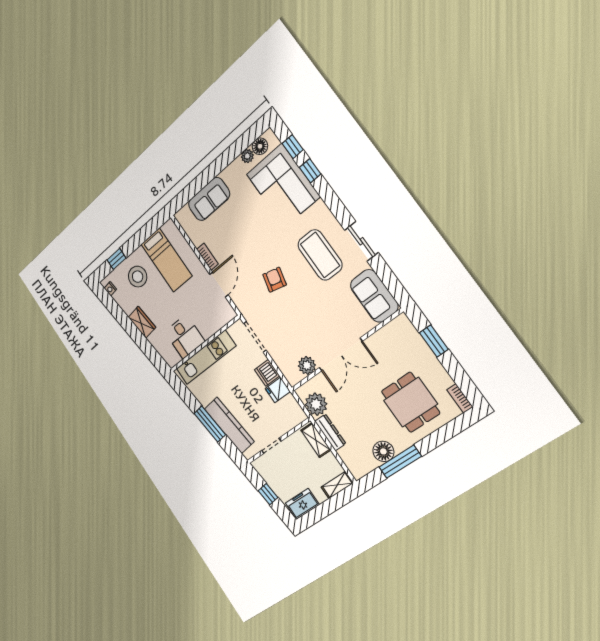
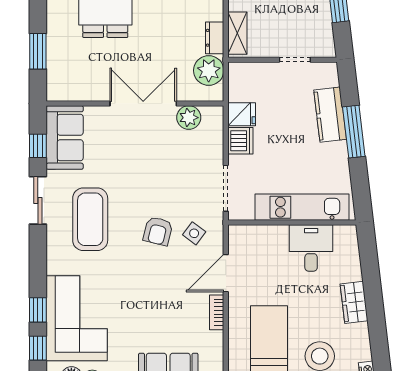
window: (387, 277) -> (38, 146), added
side table: (253, 295) -> (194, 233), added
kitchen counter: (229, 425) -> (330, 115), width x0.67
dresser: (330, 432) -> (215, 38), width x0.70

